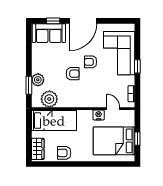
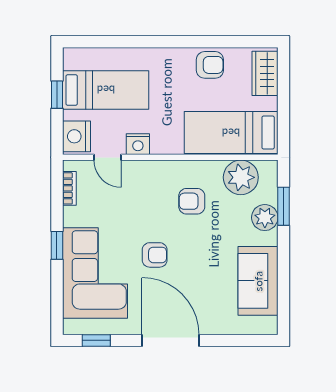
window: (53, 21) -> (96, 340), moved
door: (83, 21) -> (171, 340), hinge flipped
sofa: (49, 33) -> (258, 281), moved, turned -90
armchair: (73, 74) -> (192, 201), moved
nightstand: (128, 119) -> (77, 136), added
bed: (114, 141) -> (106, 90), width x0.67

